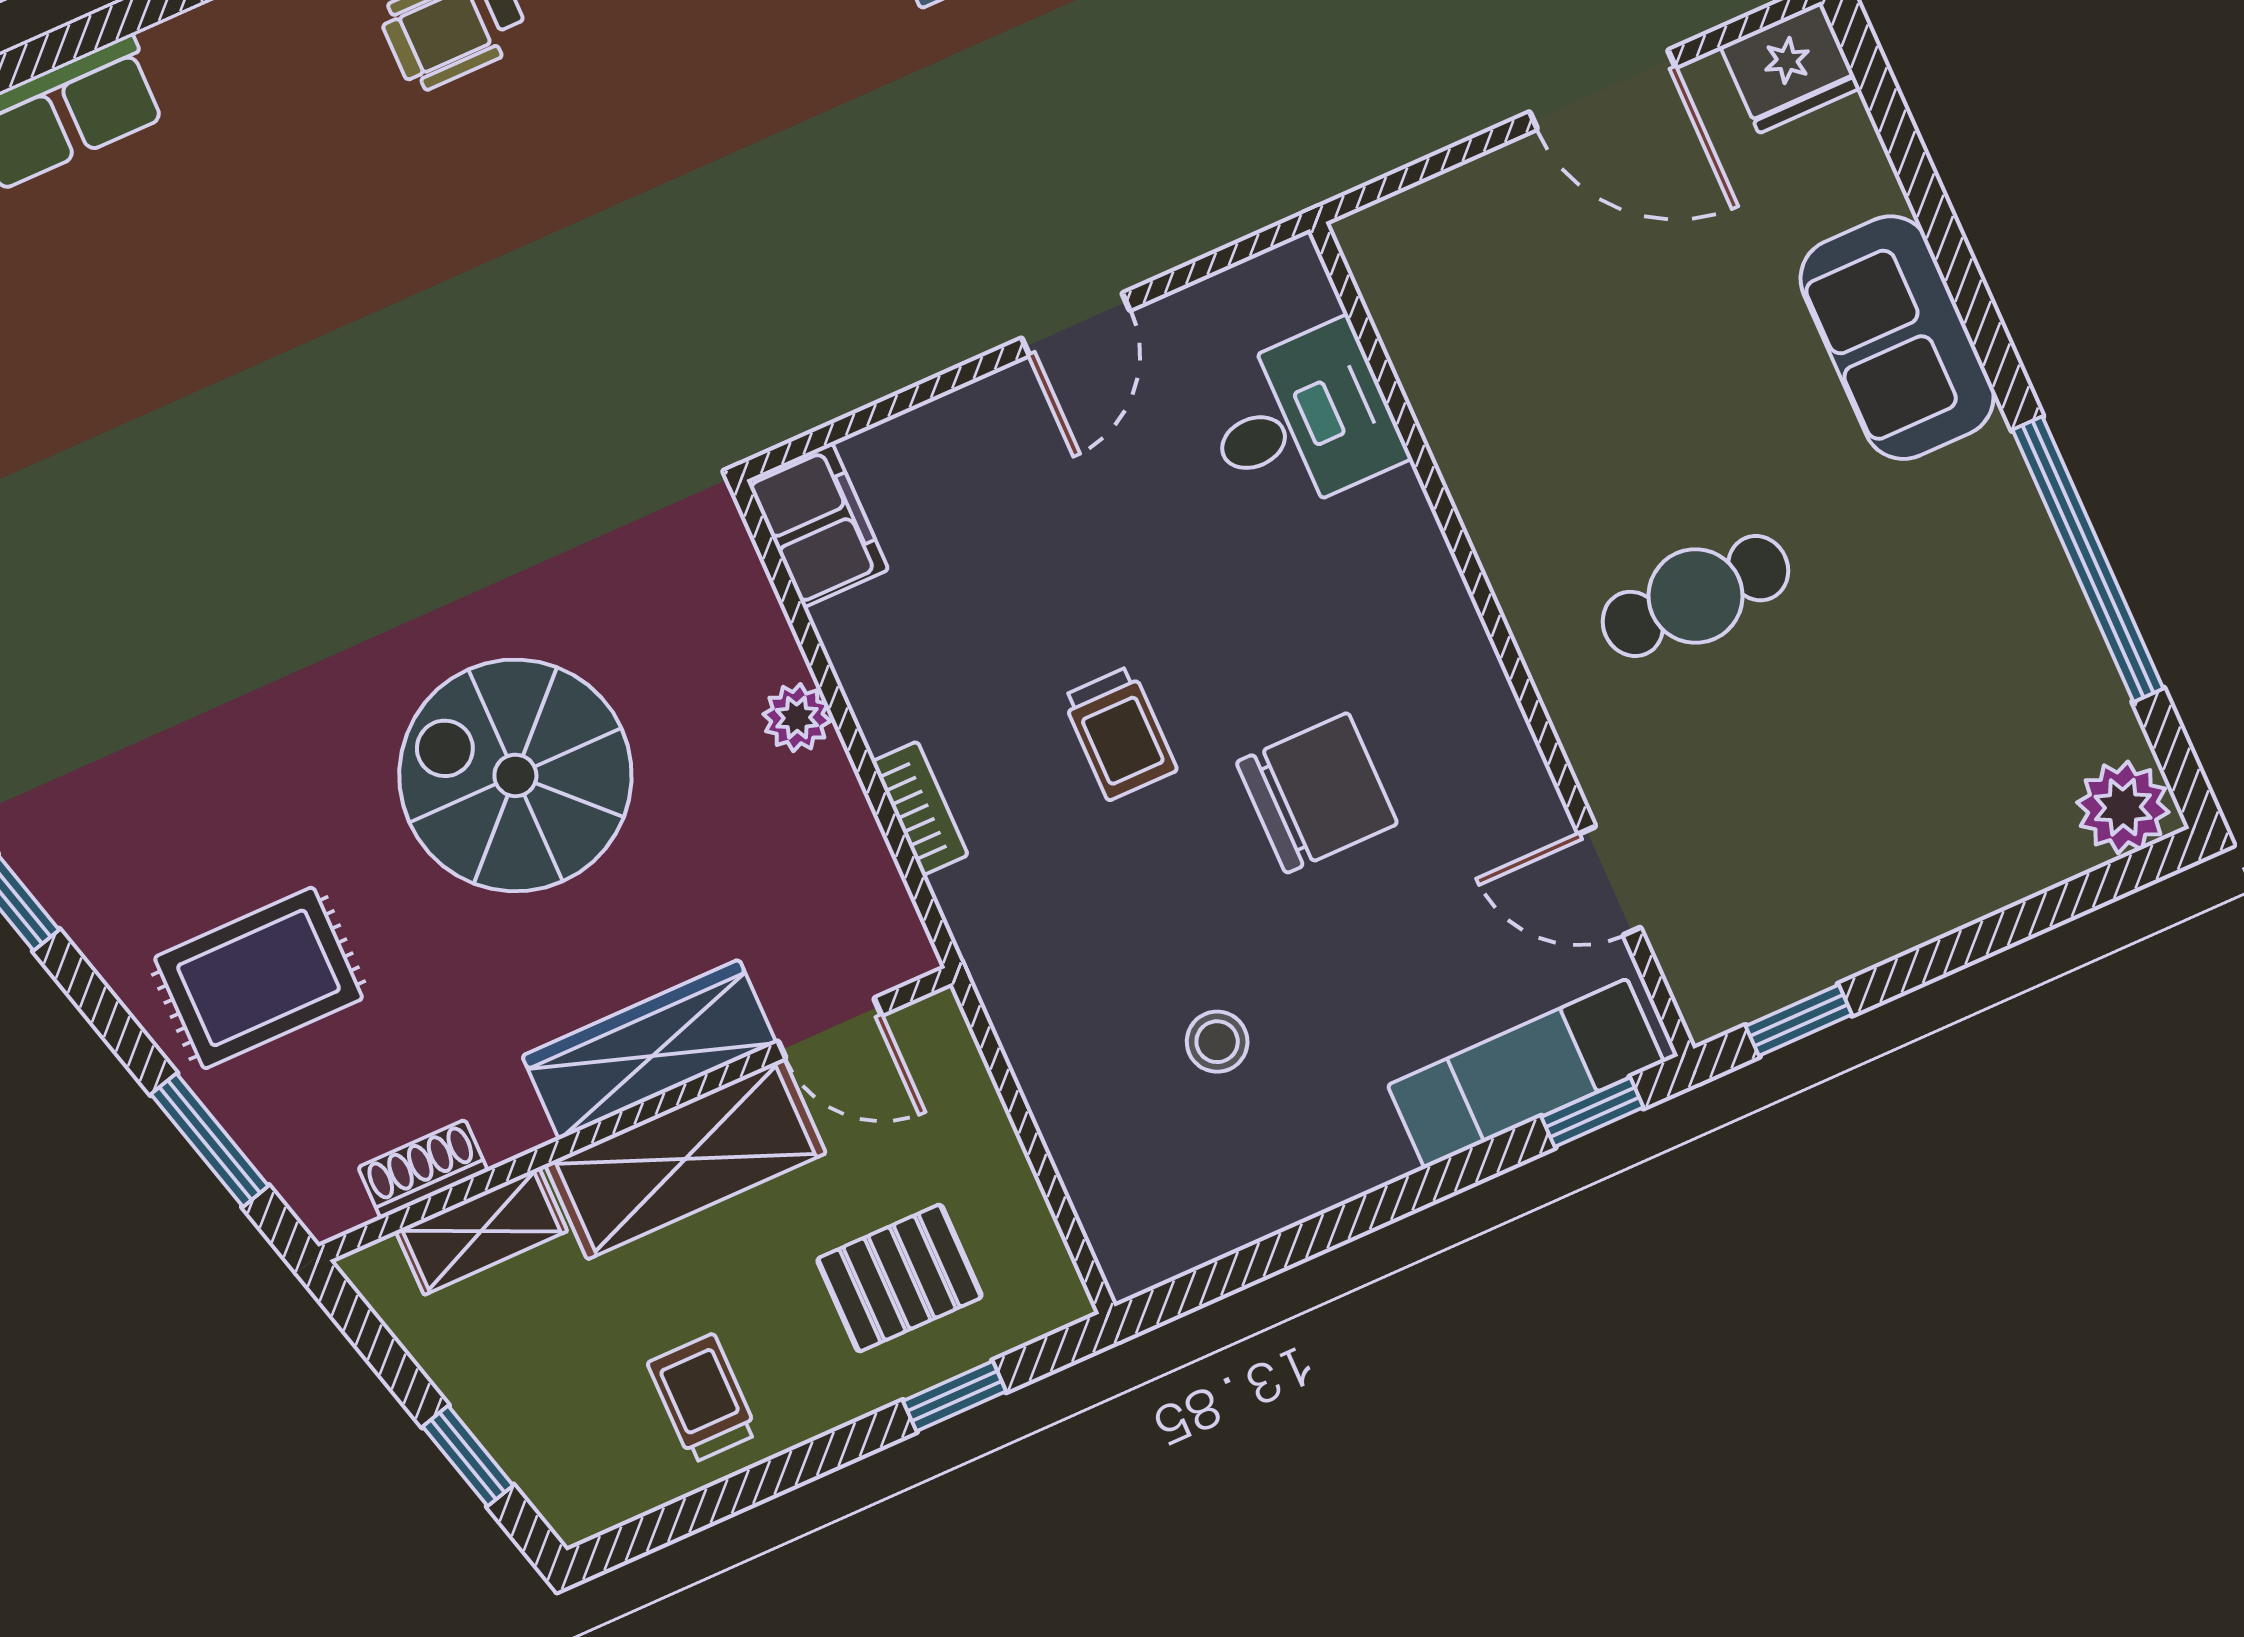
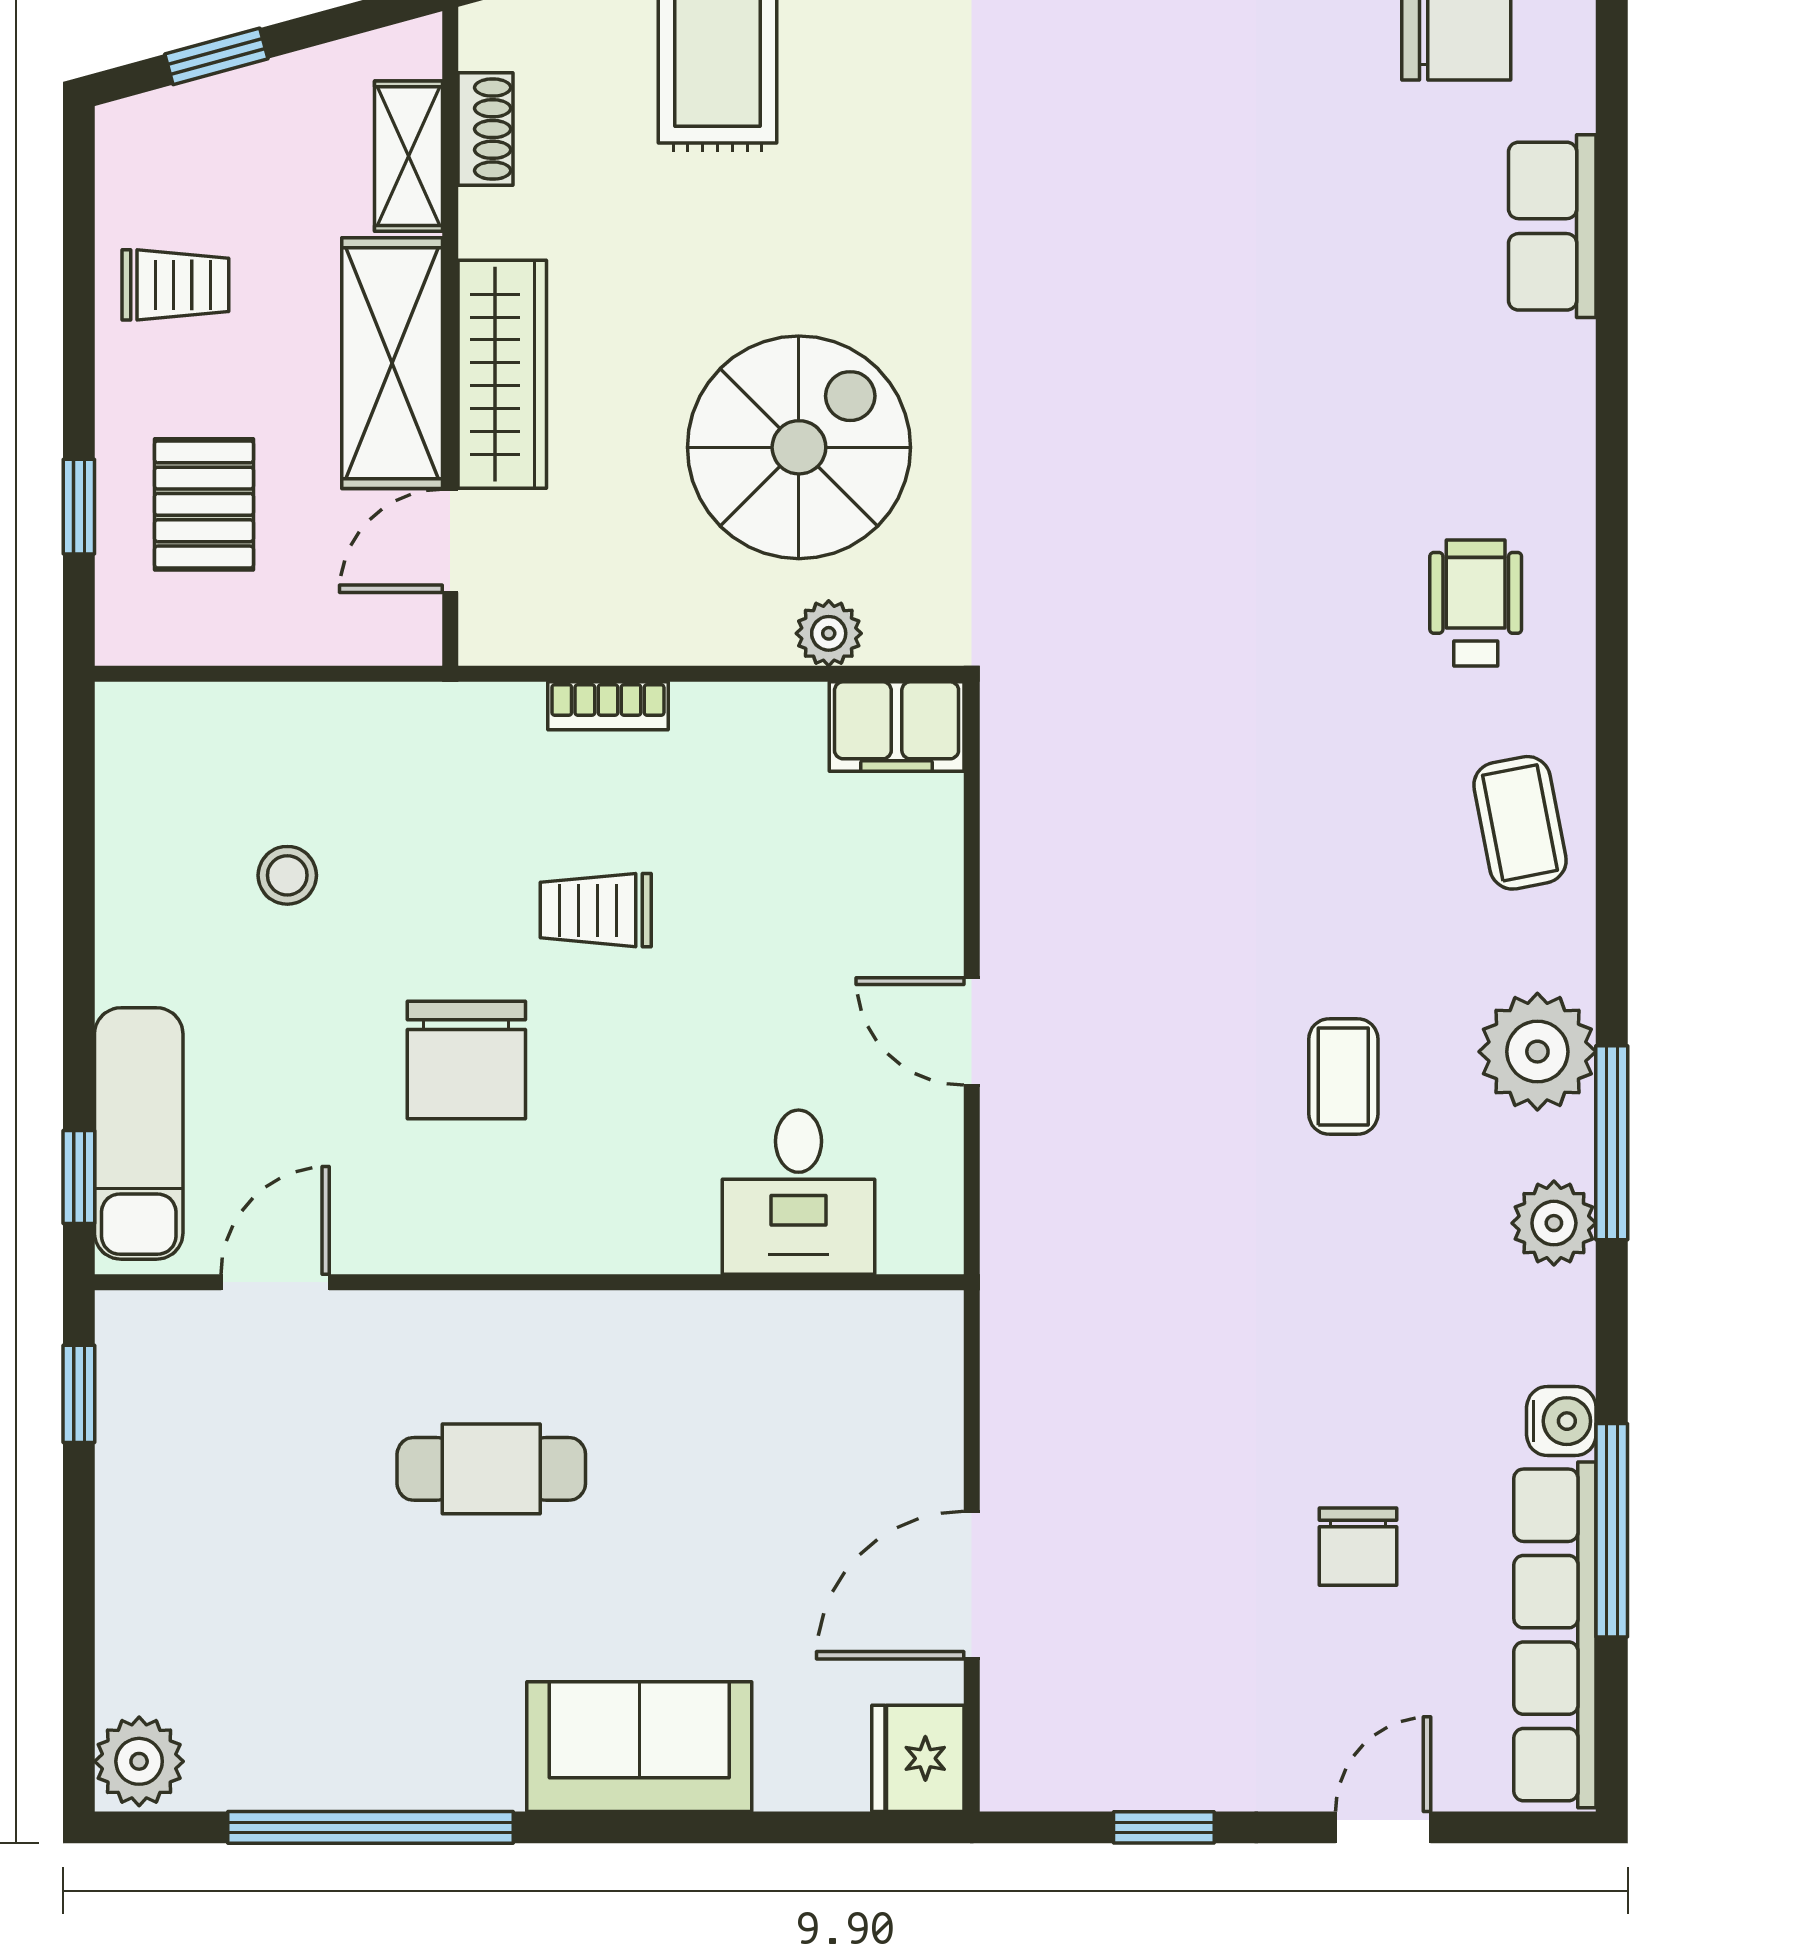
cafe table: (1695, 596) -> (491, 1469), turned 90
plant: (797, 718) -> (829, 633), moved
spiral stairs: (515, 775) -> (799, 447), moved

